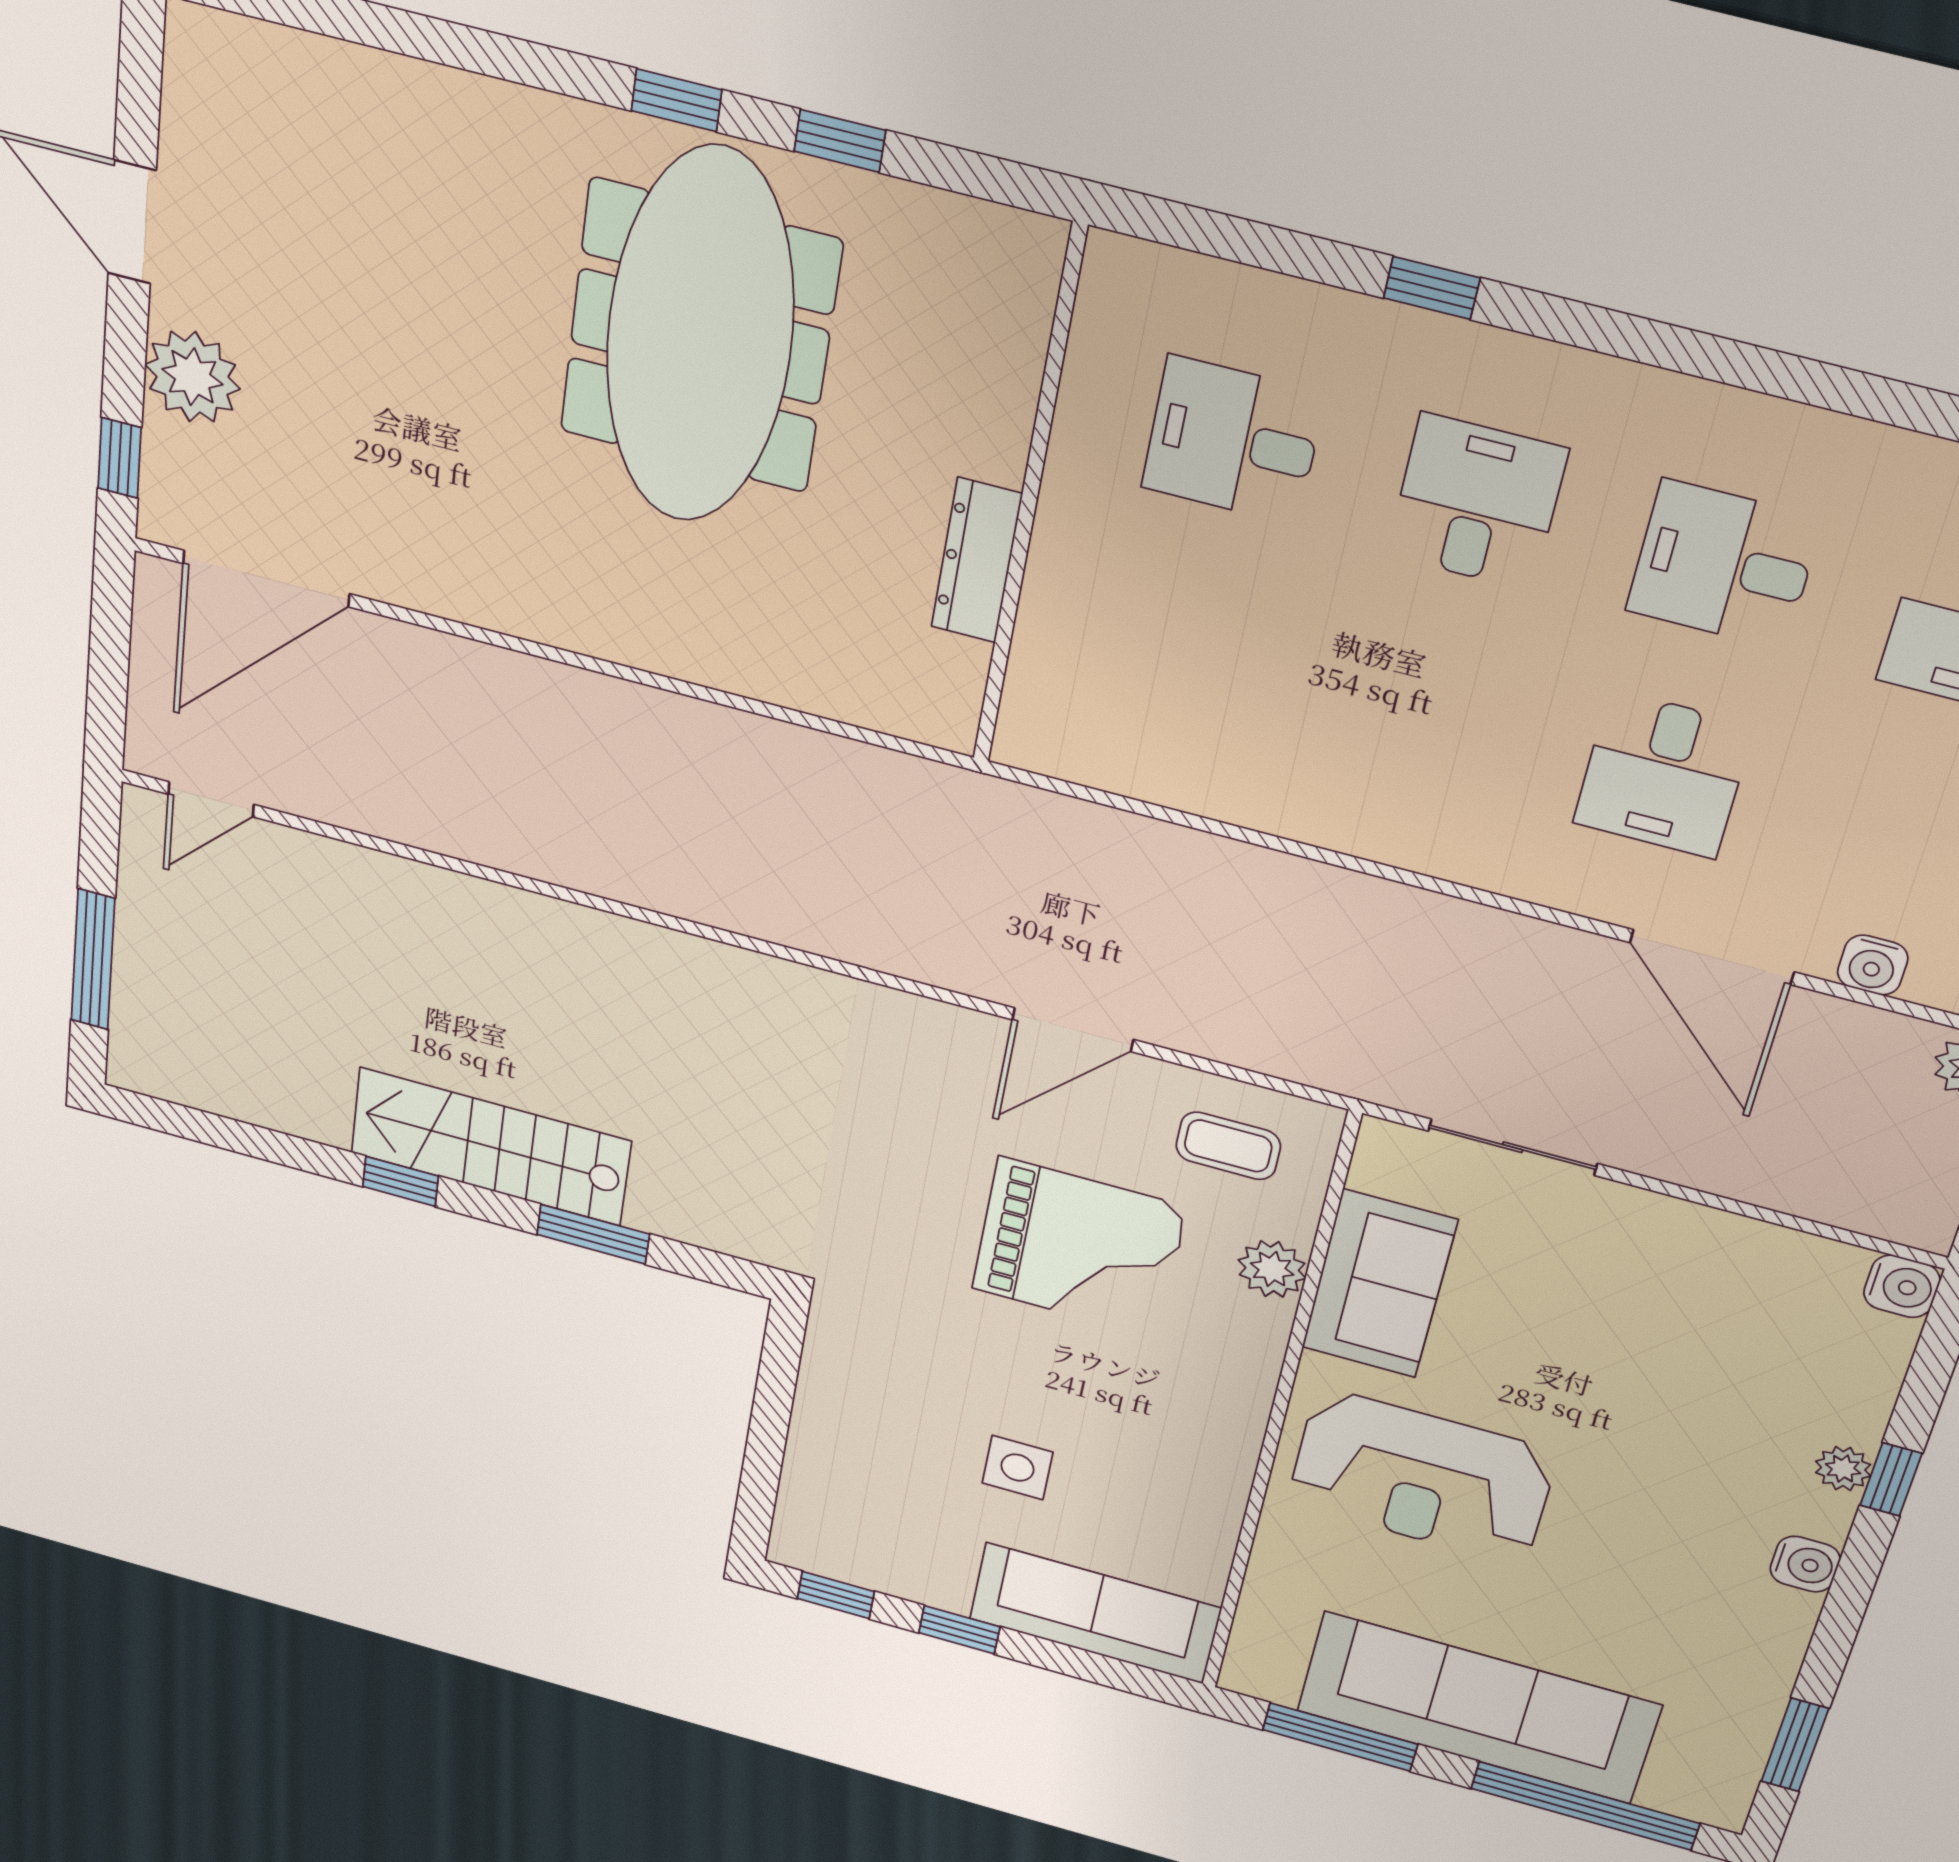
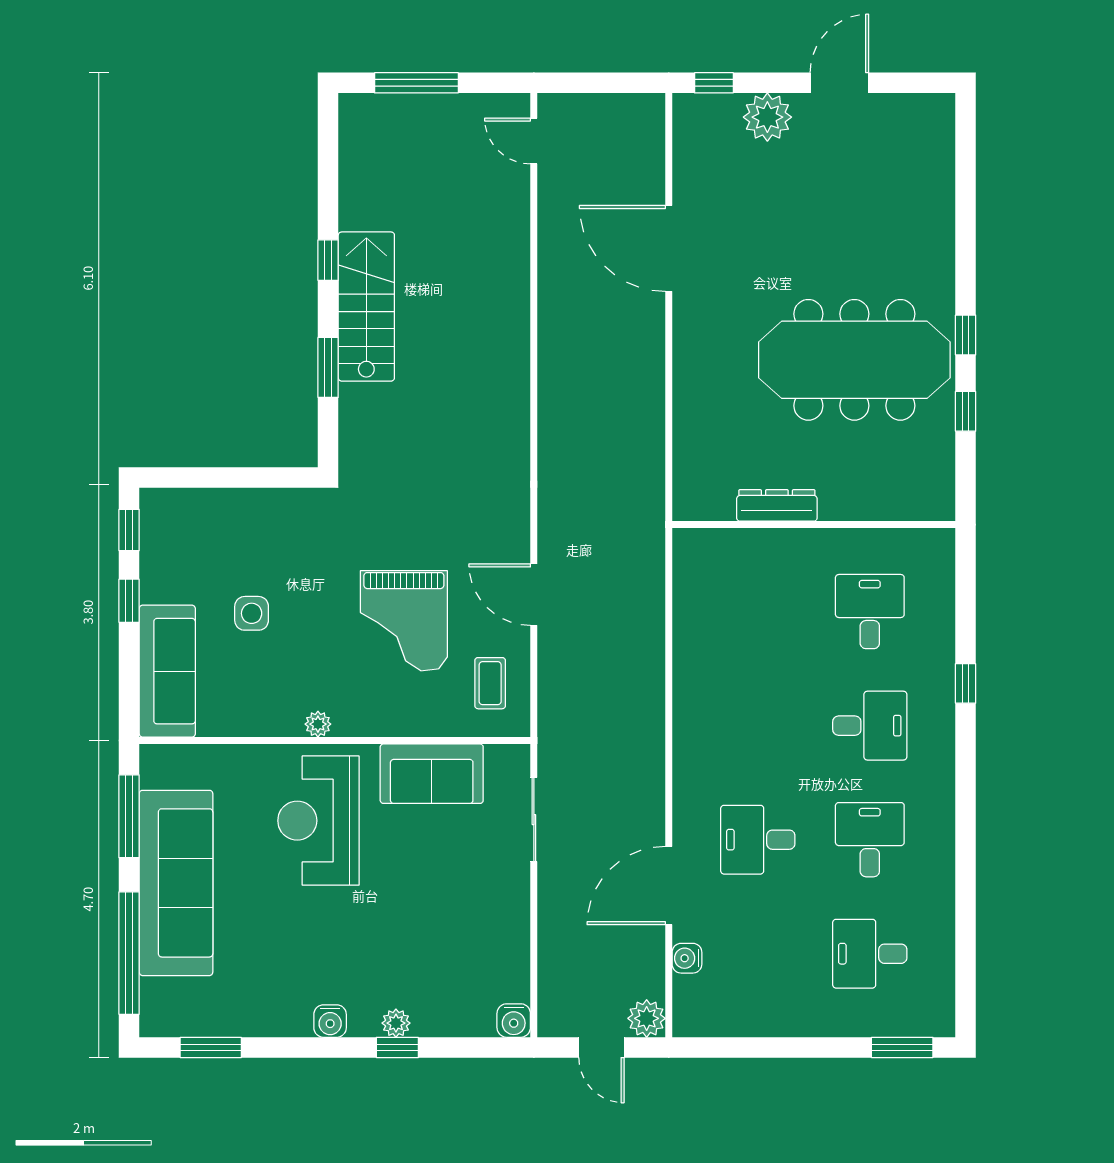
door: (266, 579) -> (669, 248), moved
plant: (1272, 1269) -> (318, 724), moved, width x0.73, depth x0.73

